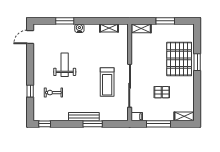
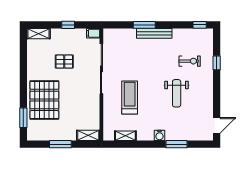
window: (197, 62) -> (23, 118), moved
treadmill: (107, 82) -> (130, 97), moved
window: (158, 124) -> (68, 25), width x0.46

